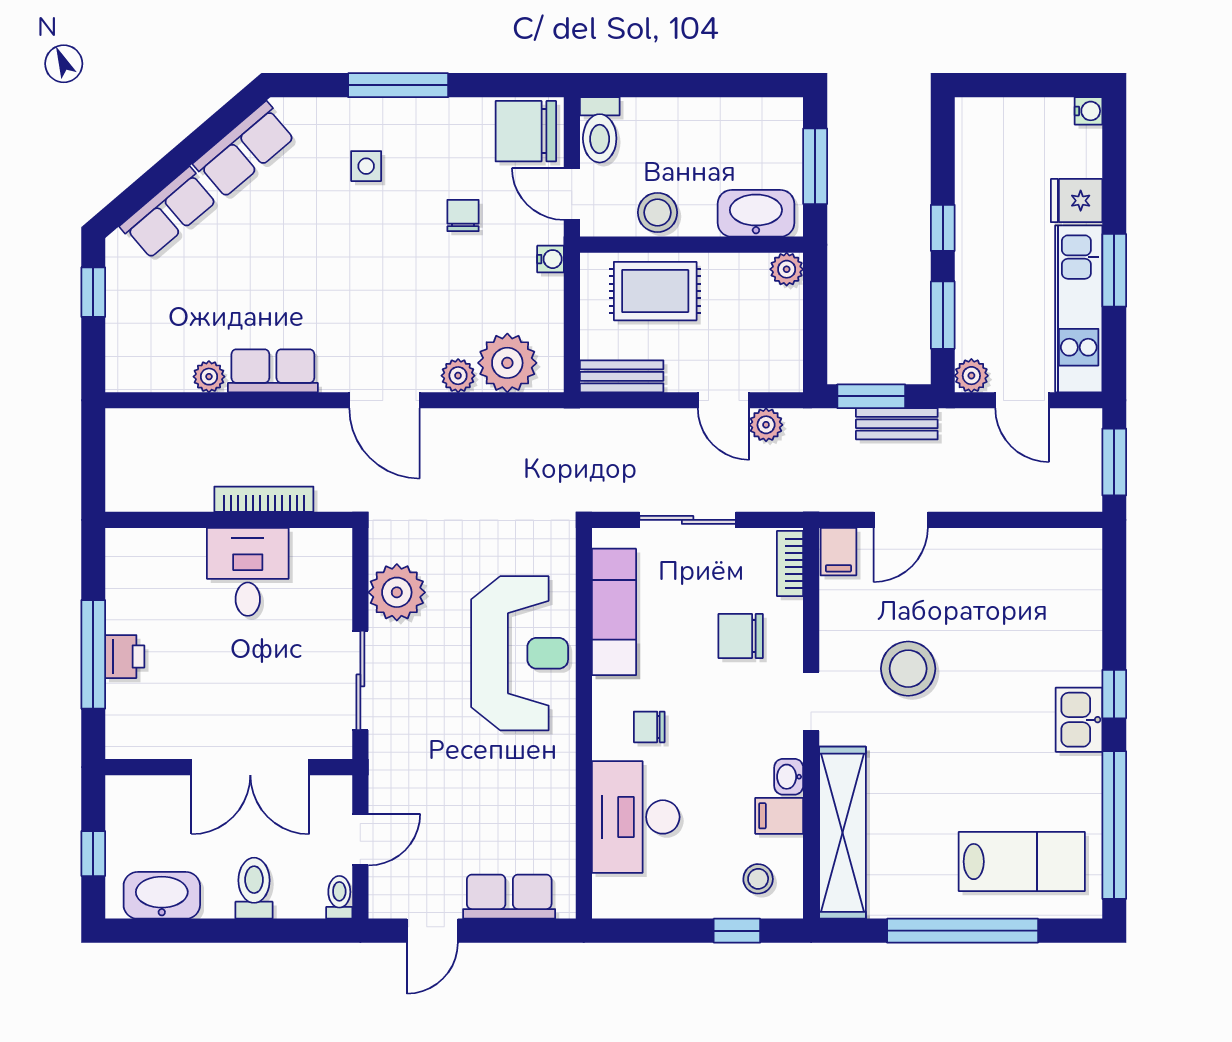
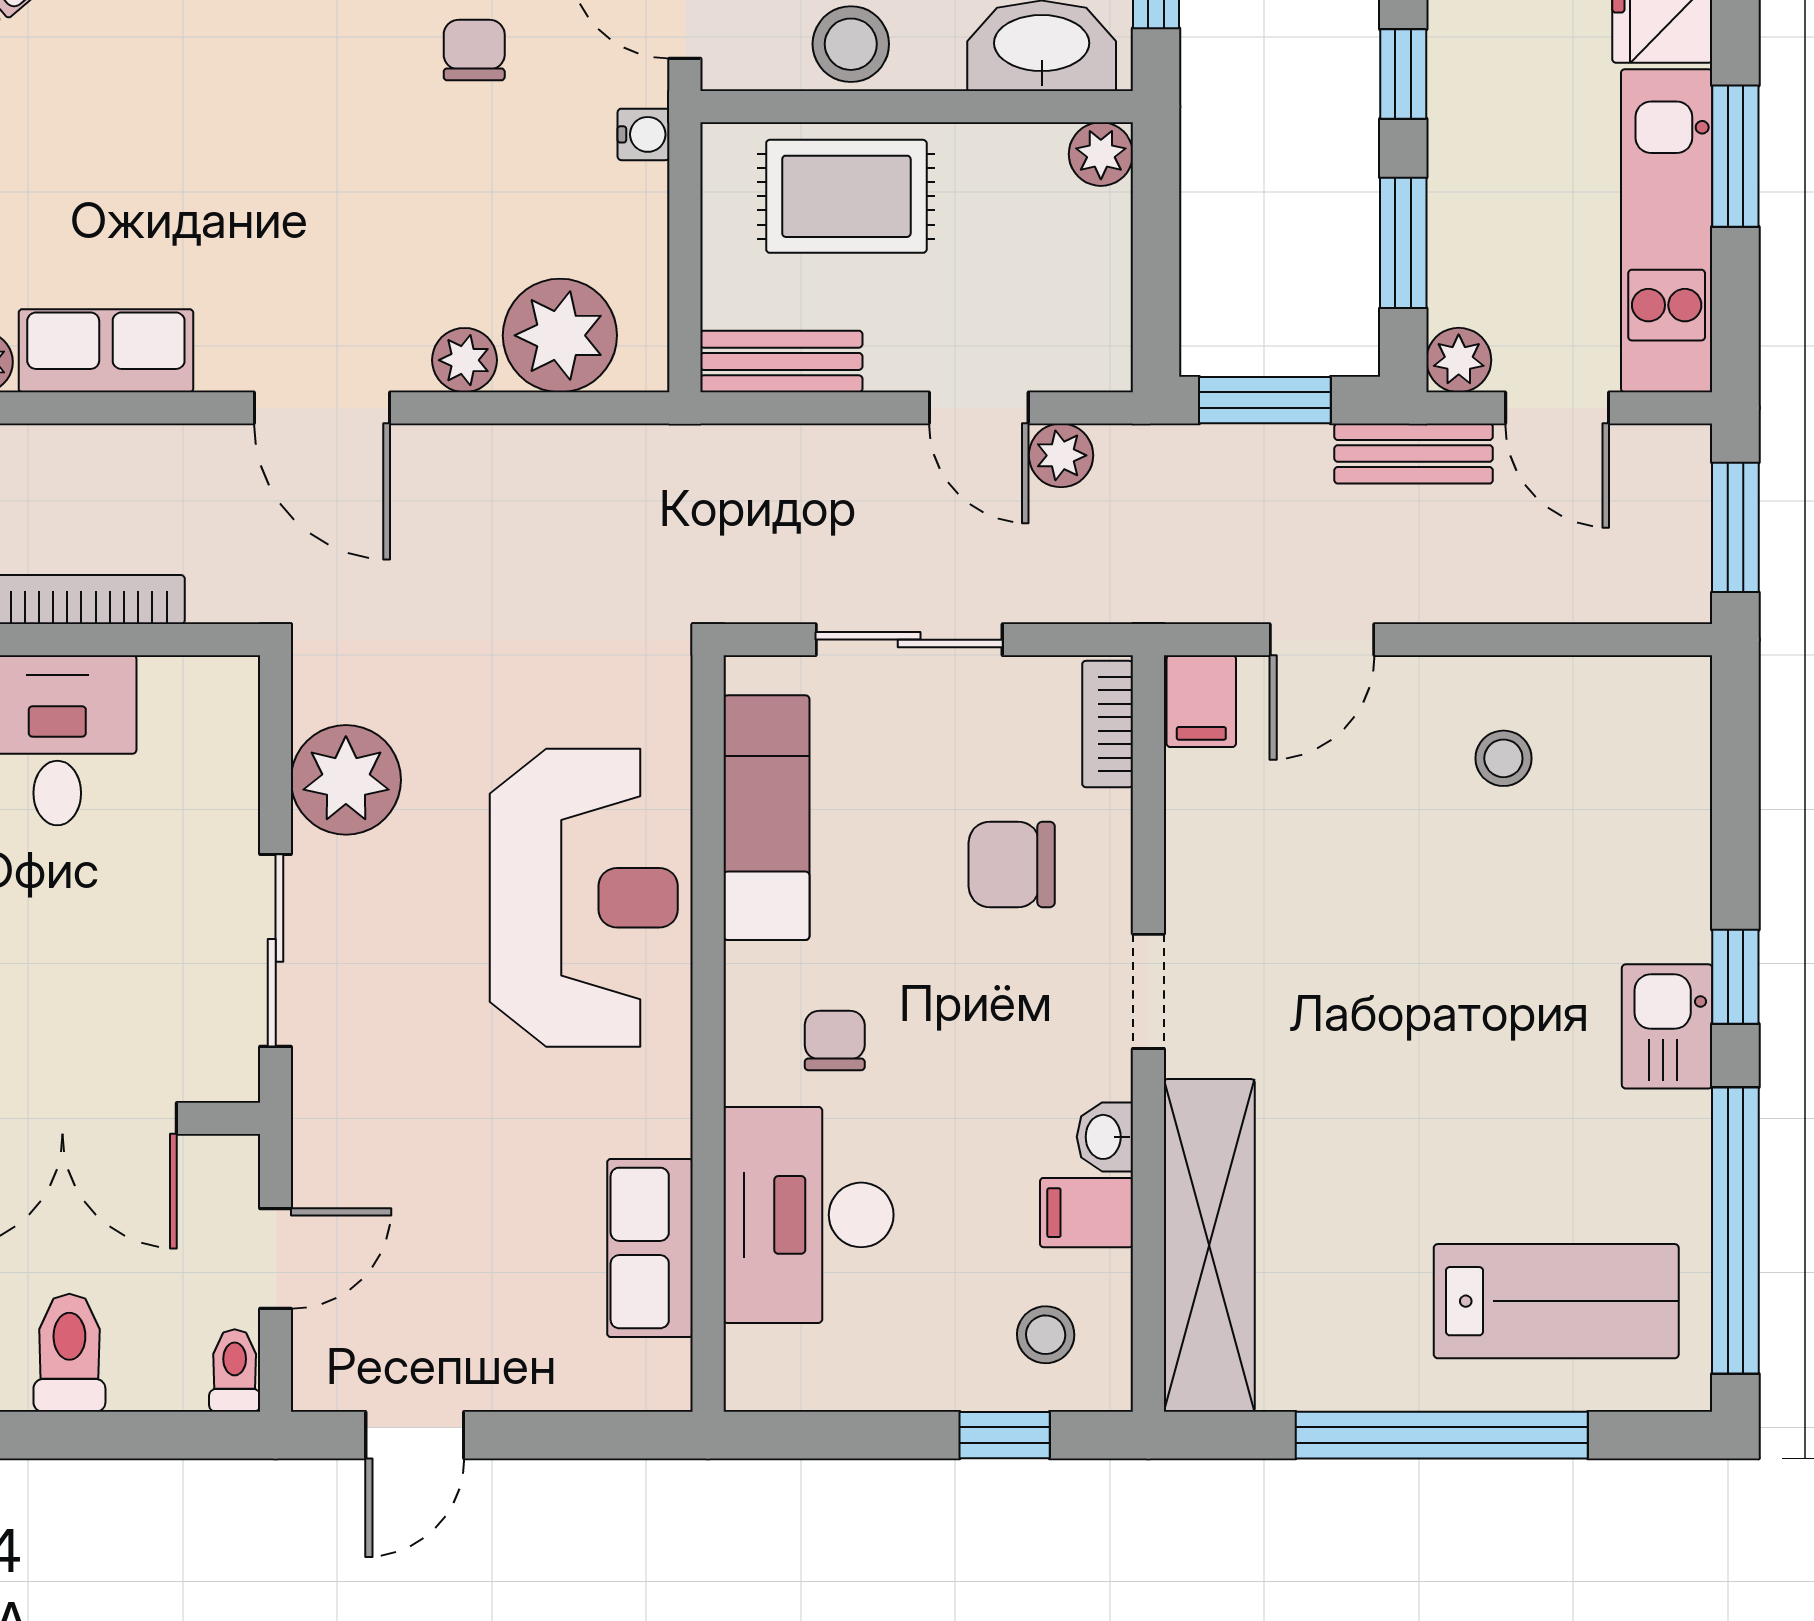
bench: (897, 424) -> (1414, 454), moved
stool: (908, 669) -> (1503, 758), moved, width x0.53, depth x0.53
chair: (649, 727) -> (835, 1040), turned 90
row of seats: (509, 897) -> (650, 1248), moved, turned -90

